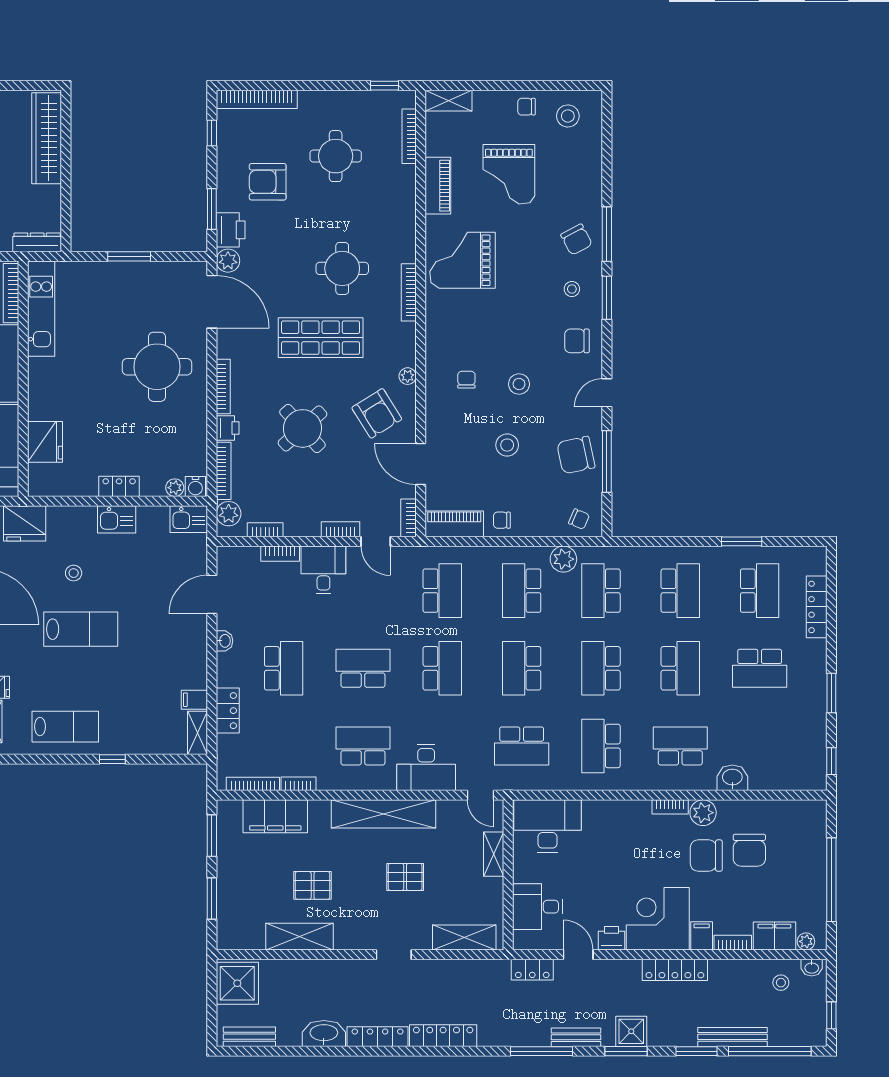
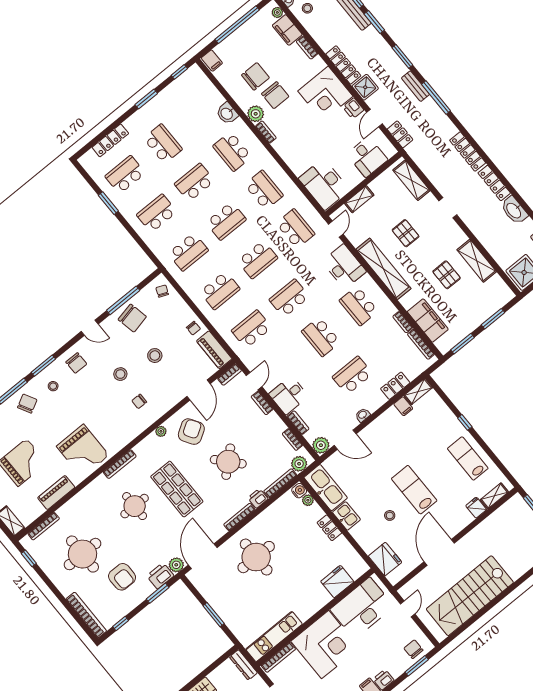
round table: (336, 156) -> (83, 554), width x1.36, depth x1.36
kitchen sink: (189, 519) -> (326, 488), width x1.87, depth x1.24
plant: (563, 559) -> (321, 445), moved
school desk: (601, 746) -> (264, 190), turned -90
filing cabinet: (702, 936) -> (212, 61), moved, turned -90
shower: (631, 1031) -> (365, 87), moved

